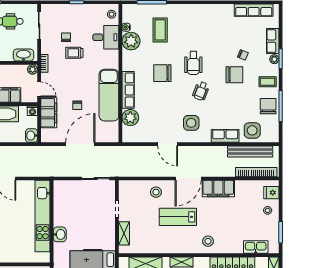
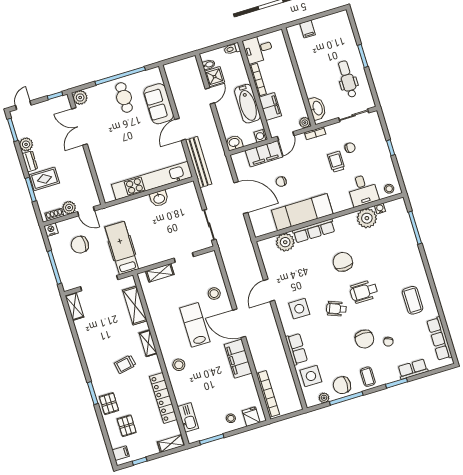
coffee table: (160, 30) -> (413, 300), moved, turned 90
plant: (274, 59) -> (324, 398), moved
chair: (268, 106) -> (342, 385), turned 180
bench: (250, 151) -> (199, 162), moved
washbasin: (60, 234) -> (159, 198), moved

